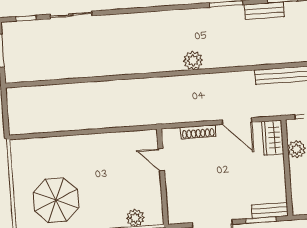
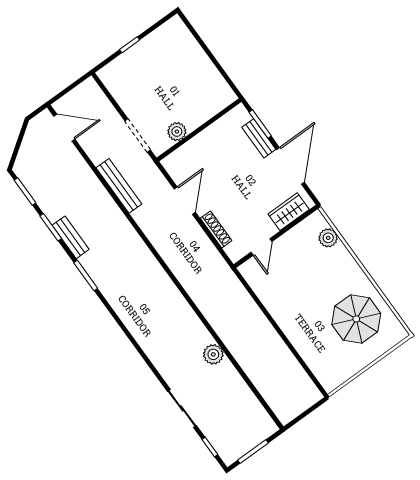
plant: (193, 60) -> (213, 354), moved
wardrobe: (273, 138) -> (289, 212), moved, turned 180
bench: (270, 210) -> (259, 138), moved

